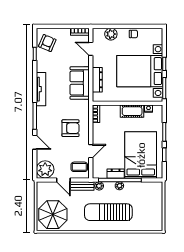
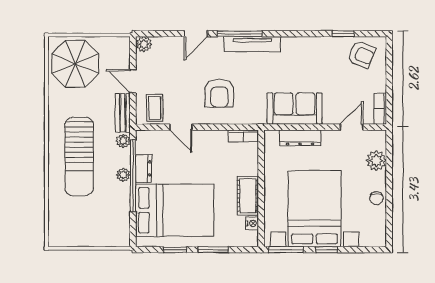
tv unit: (41, 89) -> (252, 44), moved
plant: (45, 169) -> (144, 44), width x0.53, depth x0.53
door: (63, 180) -> (133, 81), hinge flipped
sun lounger: (108, 212) -> (79, 156), turned 180

